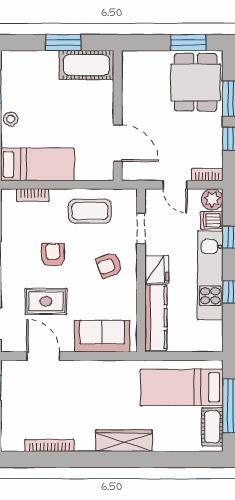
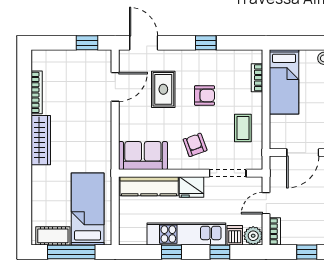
coffee table: (90, 211) -> (243, 128), width x0.73, depth x0.77
doorway: (141, 228) -> (228, 173), width x1.38
sofa: (102, 336) -> (143, 156), moved, turned -90
wardrobe: (124, 441) -> (41, 140), moved

